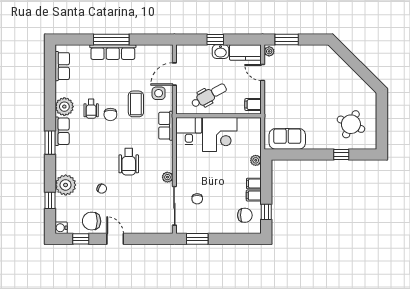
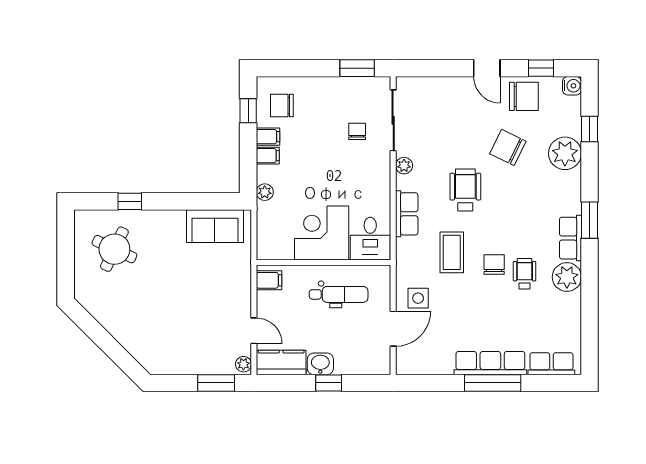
row of seats: (62, 66) -> (551, 364), moved, turned 90
dental chair: (209, 96) -> (339, 294), turned -151
coffee table: (136, 104) -> (452, 252), moved
row of seats: (166, 126) -> (407, 214), moved
chair: (102, 189) -> (508, 147), width x1.87, depth x1.87

